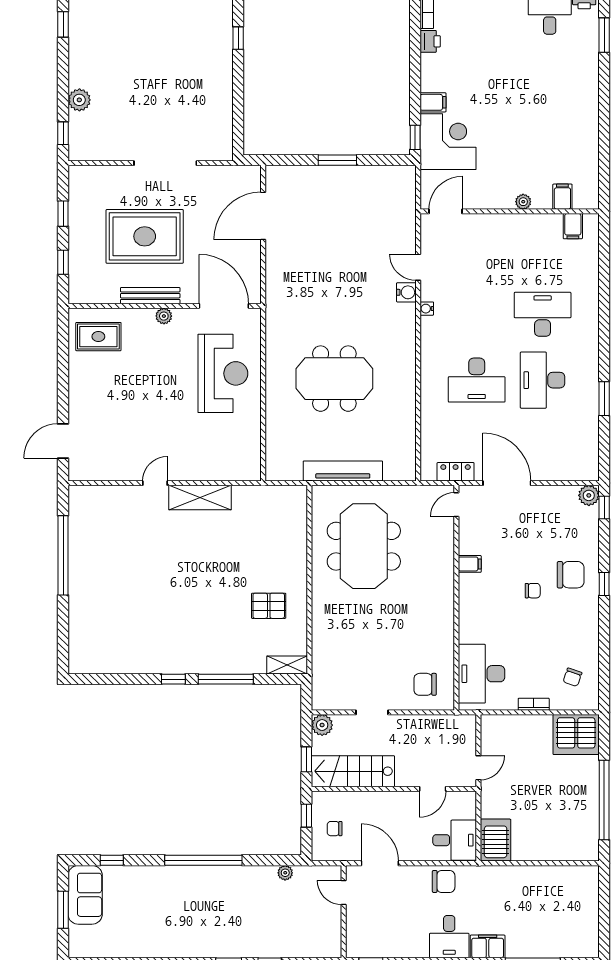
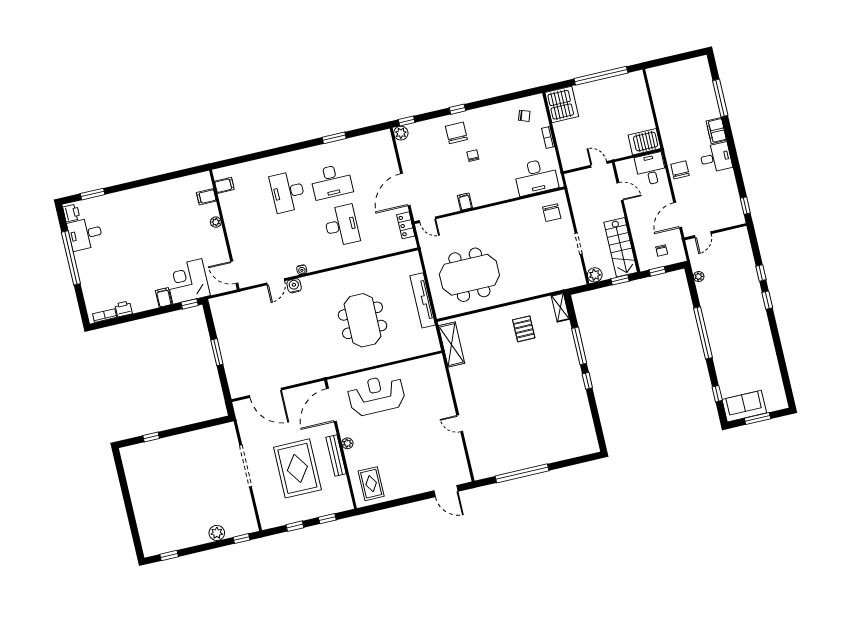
shelving: (200, 497) -> (452, 345), moved

